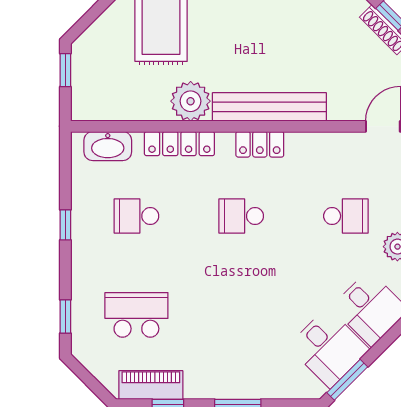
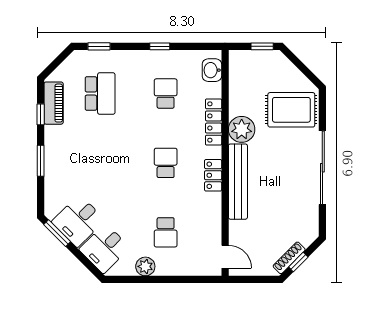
washbasin: (108, 146) -> (212, 70), width x0.72

